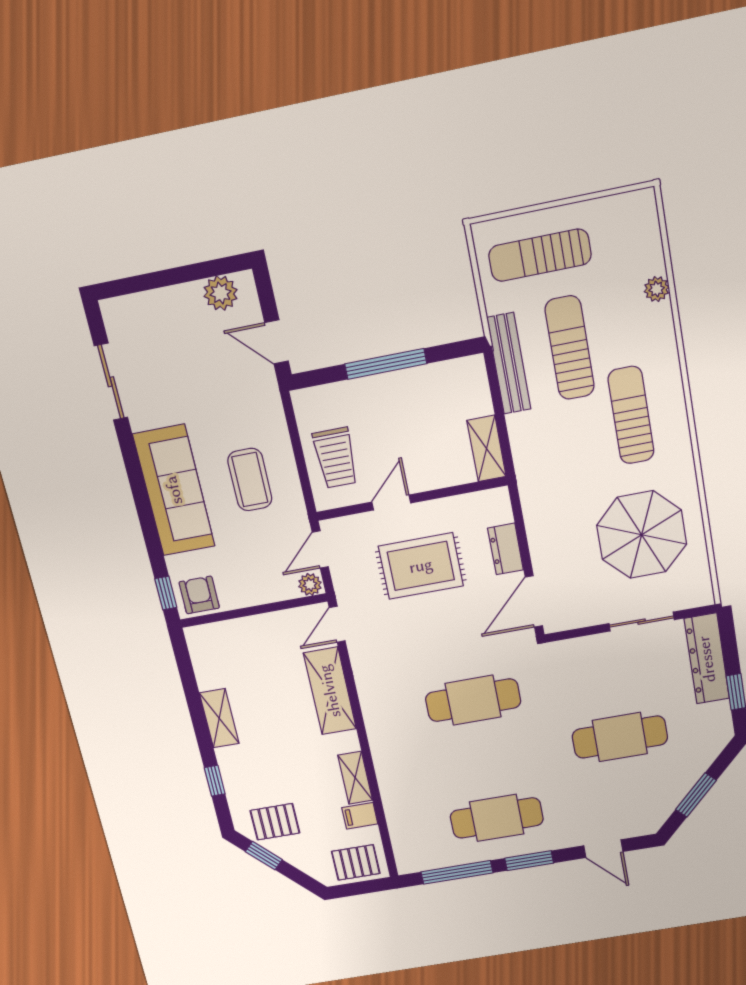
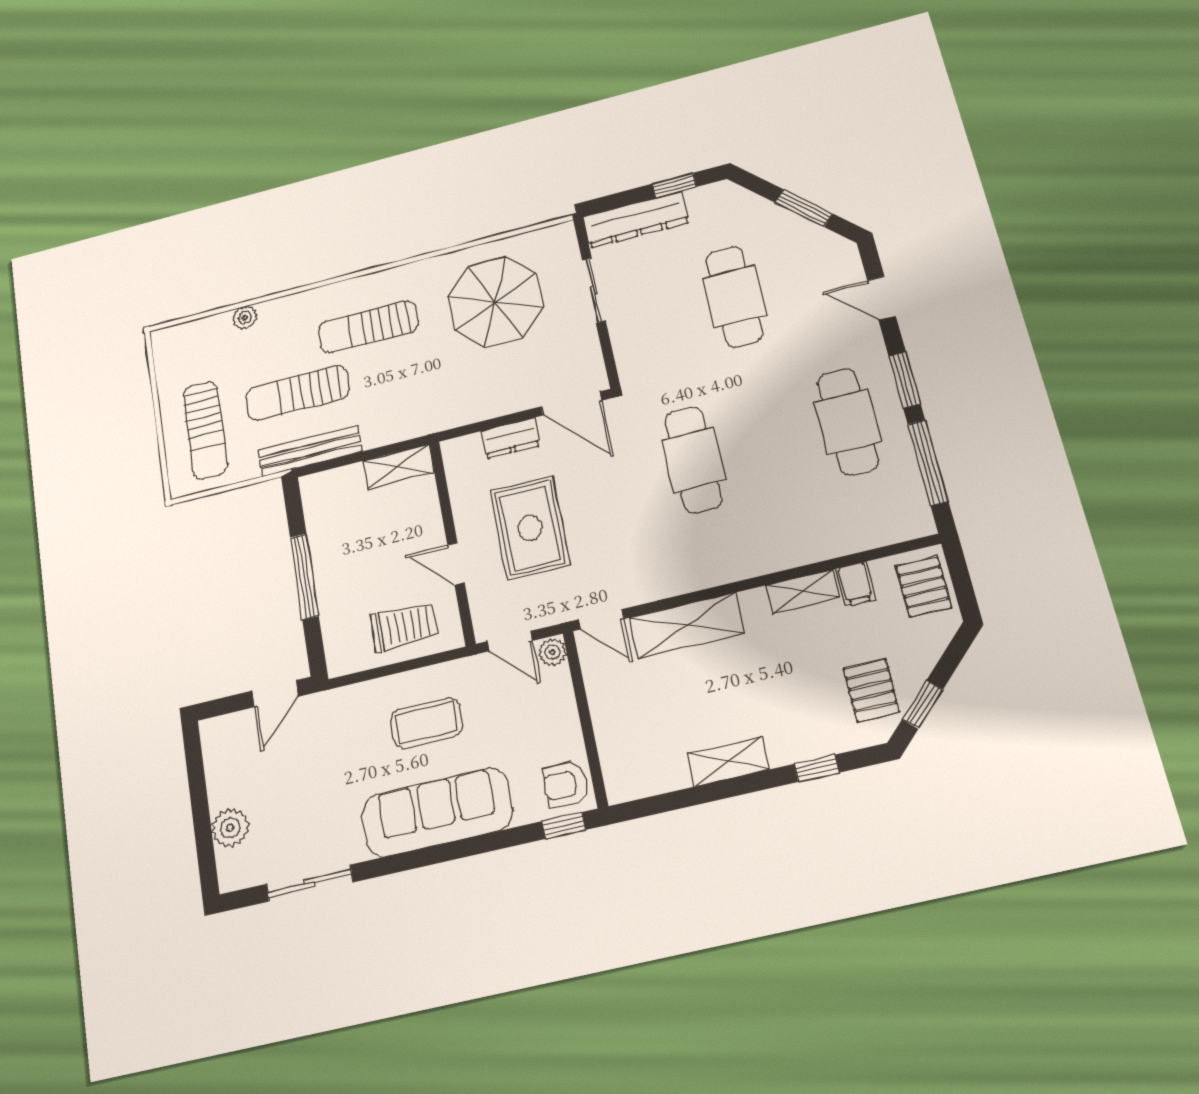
plant: (221, 293) -> (230, 828), moved
door: (603, 849) -> (881, 298), swing flipped

